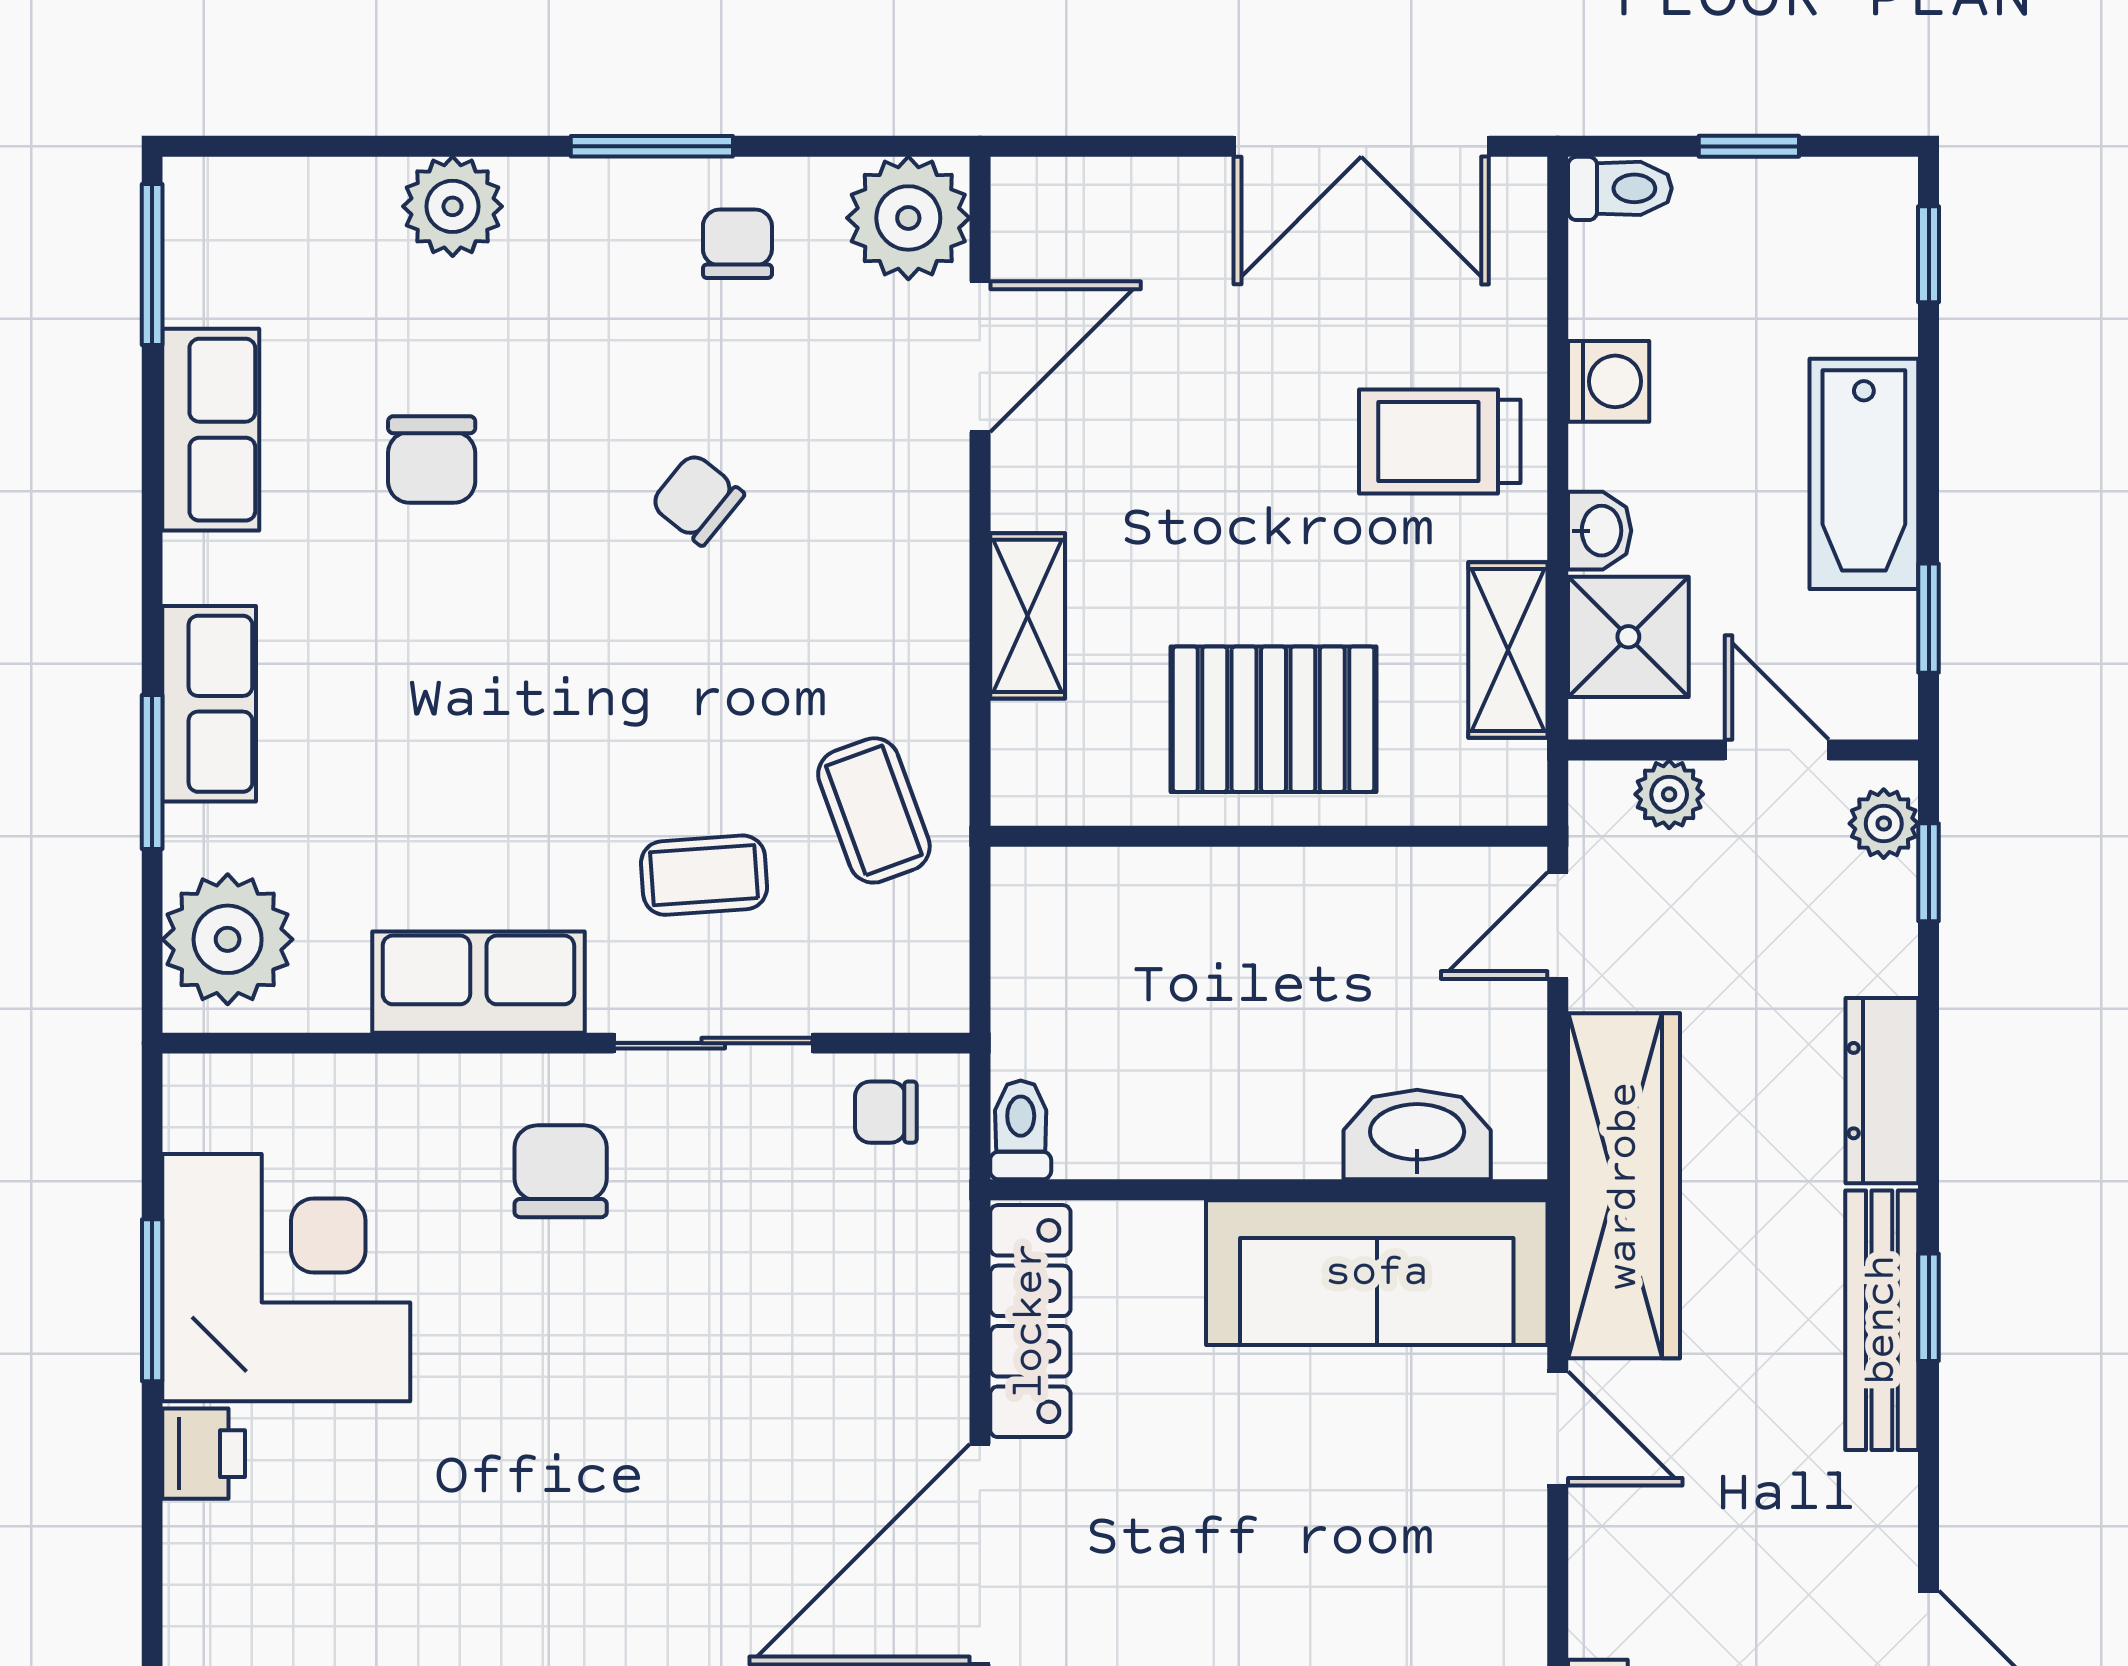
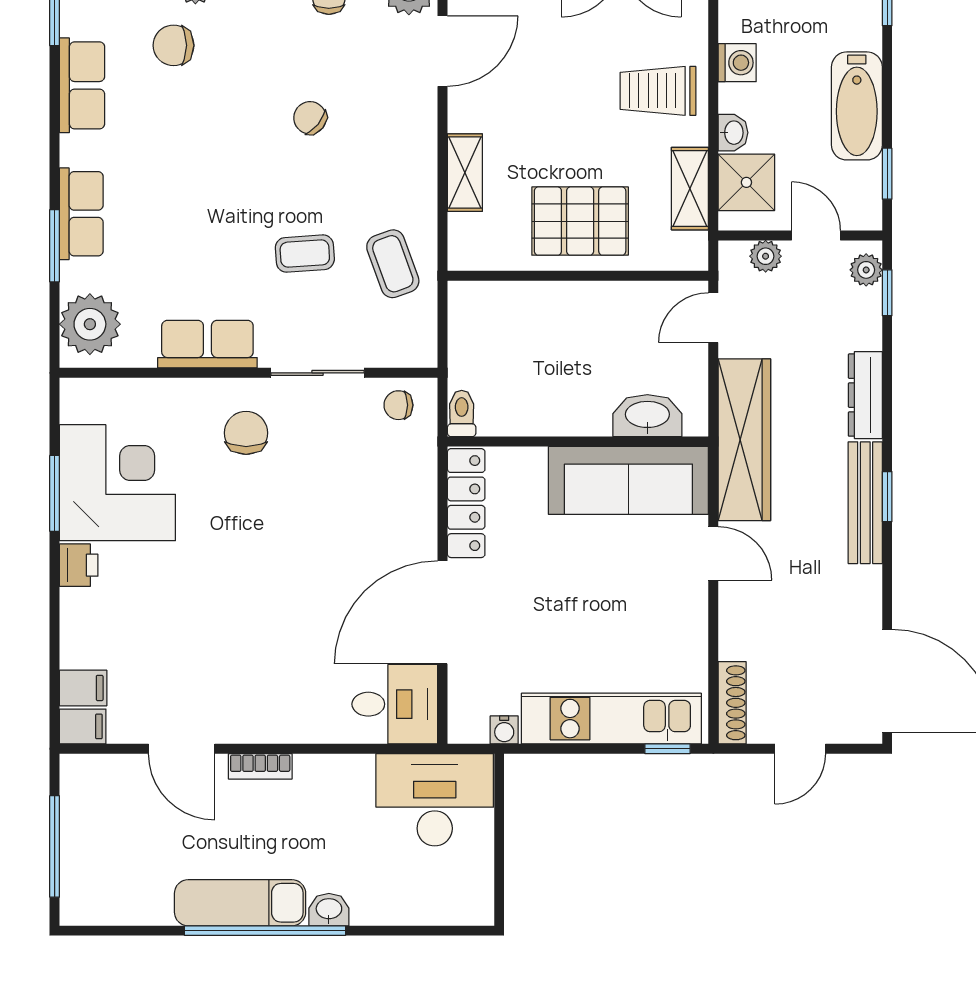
chair: (432, 460) -> (174, 45), moved, turned 90
coffee table: (704, 875) -> (305, 254), moved

